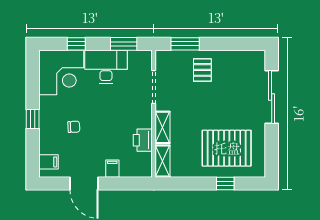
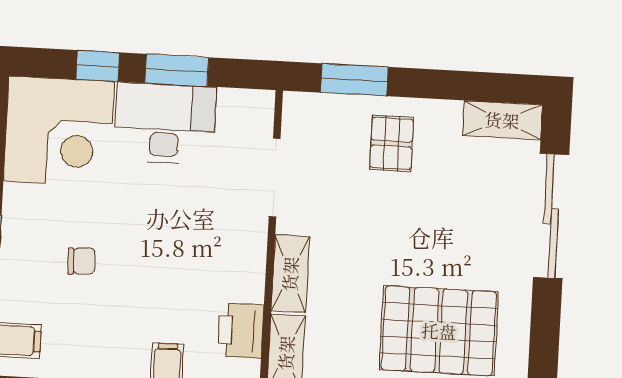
window: (124, 44) -> (177, 70), moved
shelving: (249, 58) -> (502, 120), added
printer: (143, 140) -> (241, 331), moved

